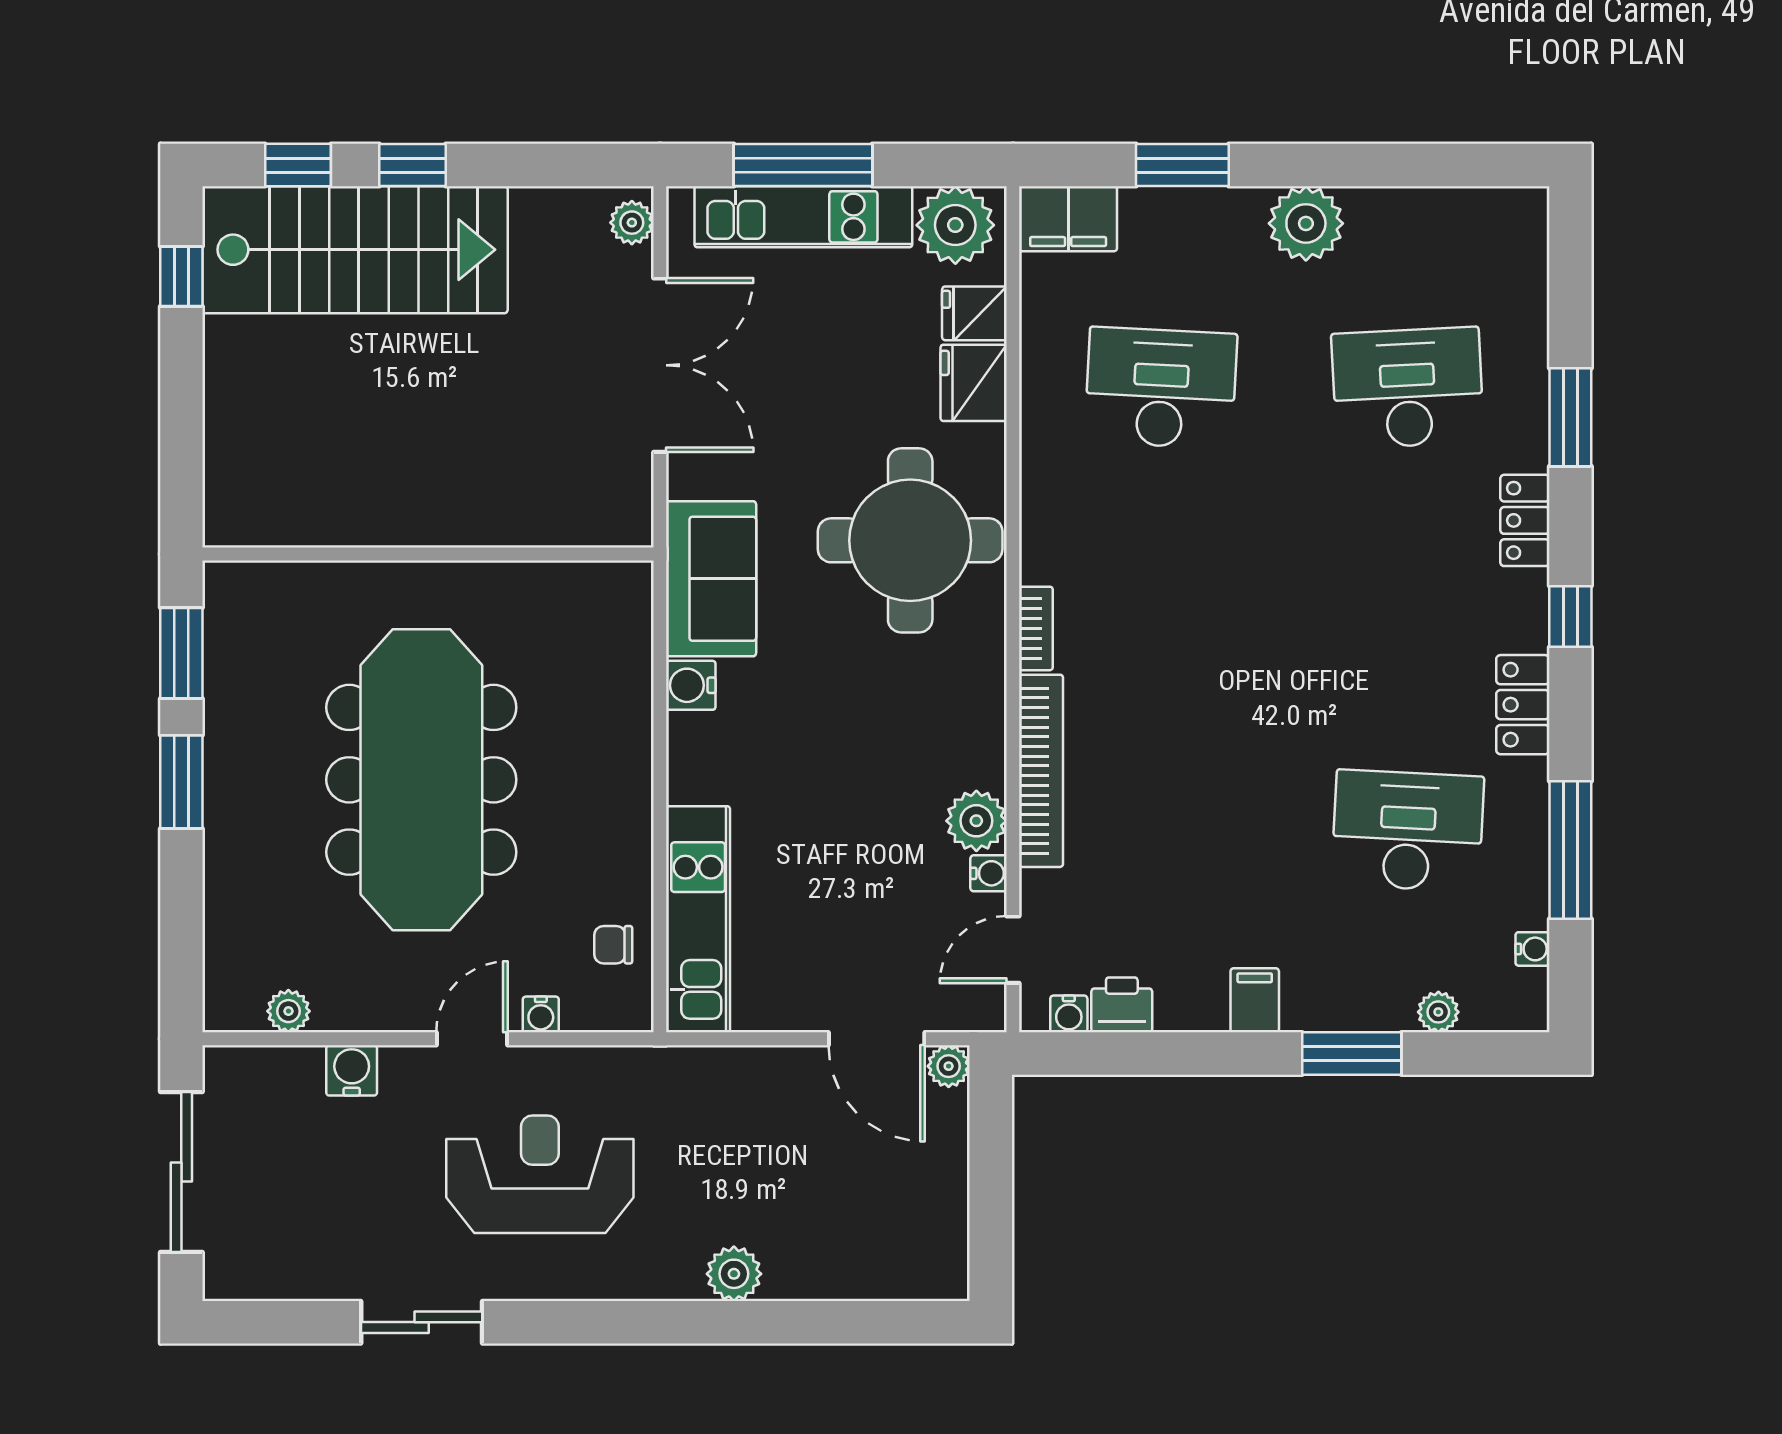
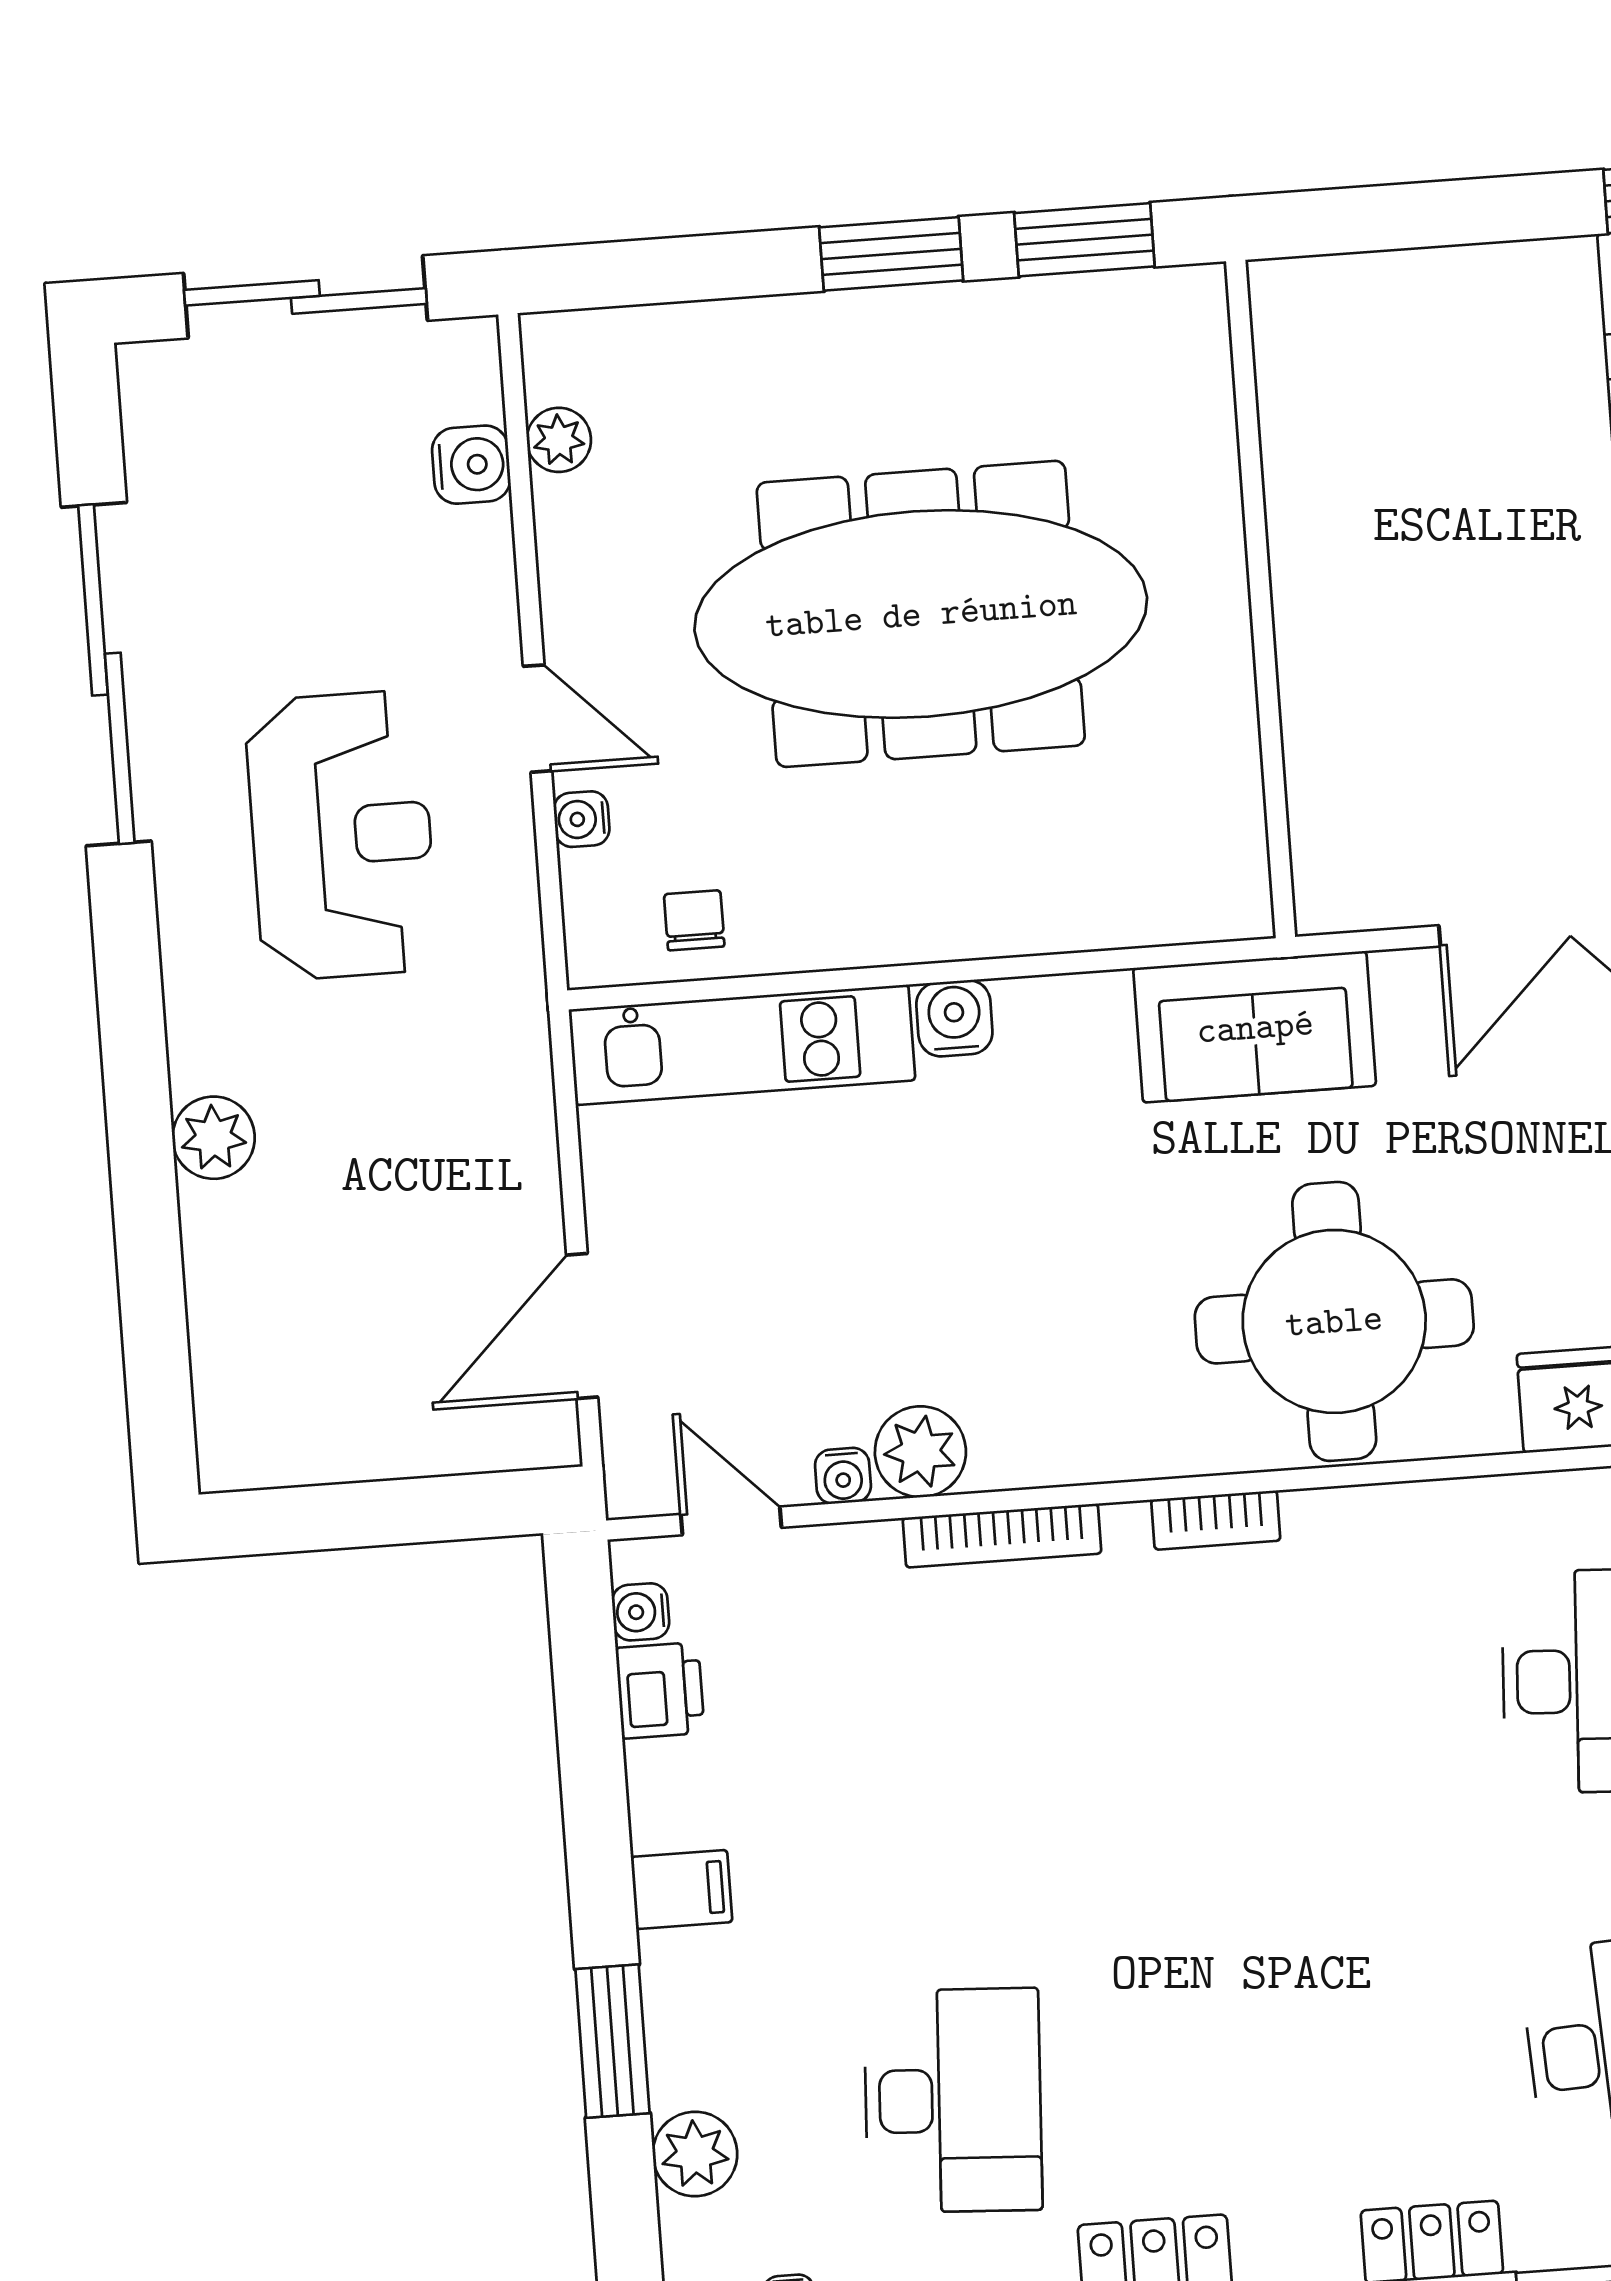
water cooler: (691, 685) -> (954, 1018), moved
bookcase: (1041, 771) -> (1002, 1536), width x0.68, depth x0.76
plant: (1438, 1012) -> (695, 2154), width x1.38, depth x1.38
plant: (949, 1066) -> (549, 1437), removed
water cooler: (352, 1070) -> (471, 465), moved
sliding door: (422, 1322) -> (106, 674), width x1.86

